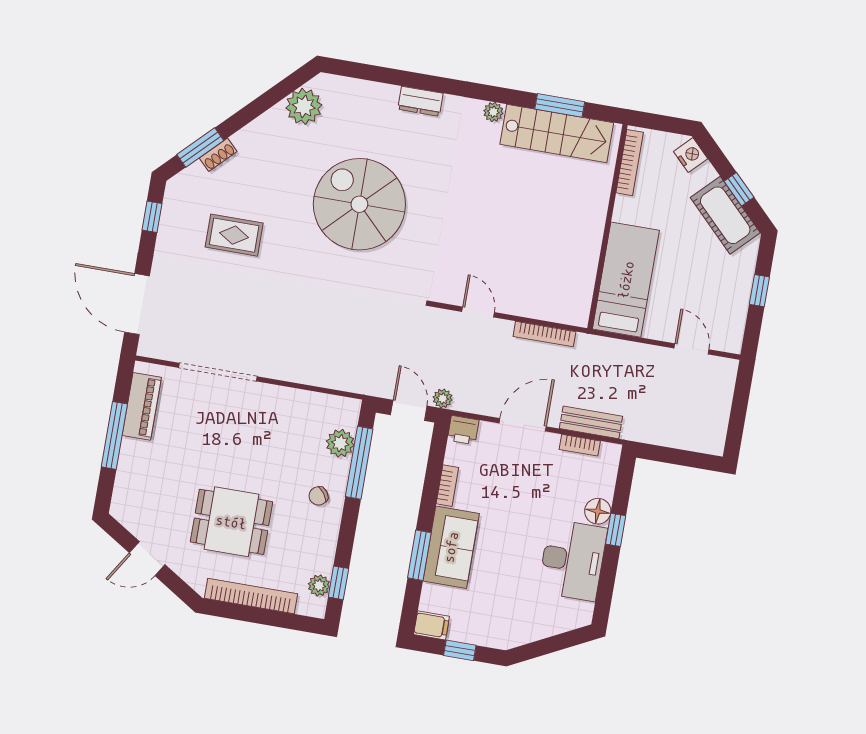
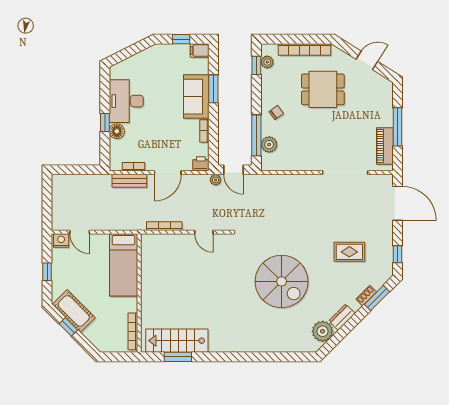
dresser: (420, 101) -> (342, 317), moved, turned -45
plant: (493, 112) -> (215, 347), removed
nightstand: (691, 155) -> (61, 241), moved, turned 135

